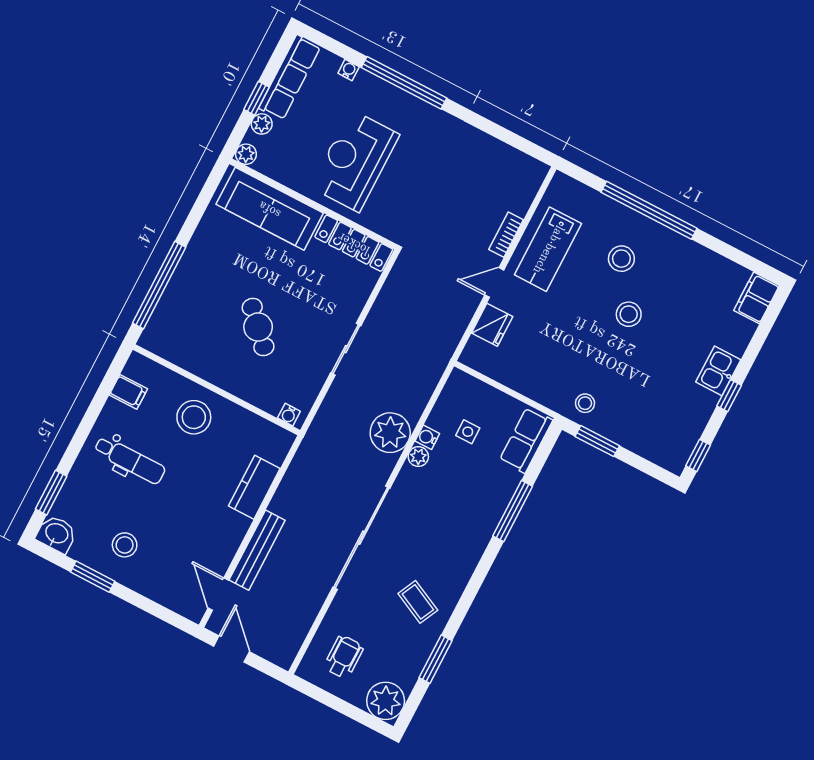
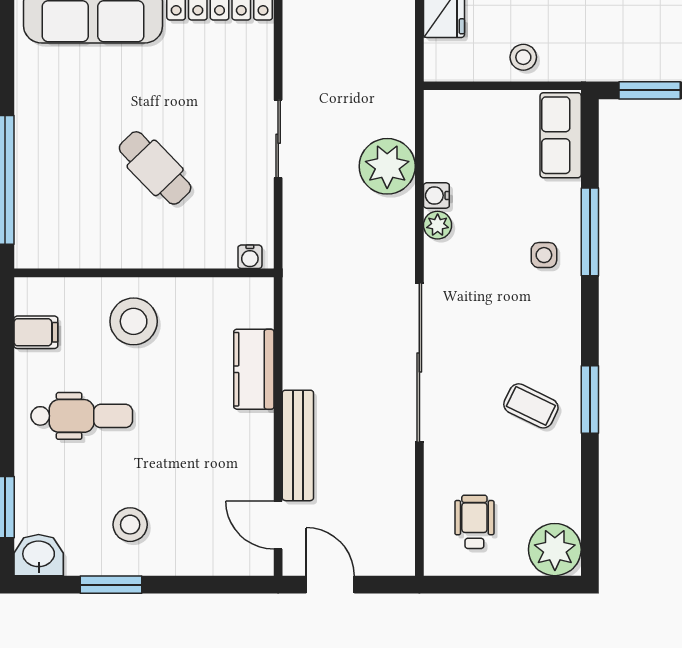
stool: (585, 403) -> (523, 57), moved
side table: (468, 432) -> (544, 255), moved
plant: (390, 433) -> (387, 166), moved
window: (436, 659) -> (590, 399), moved

